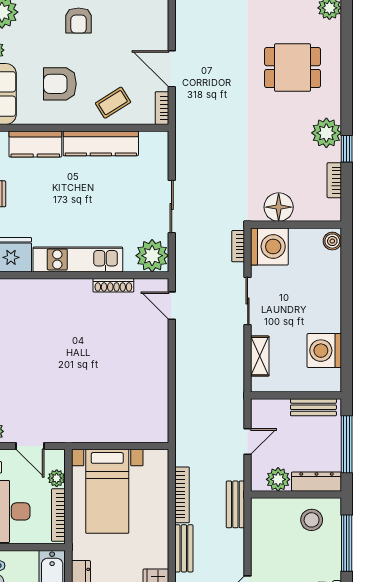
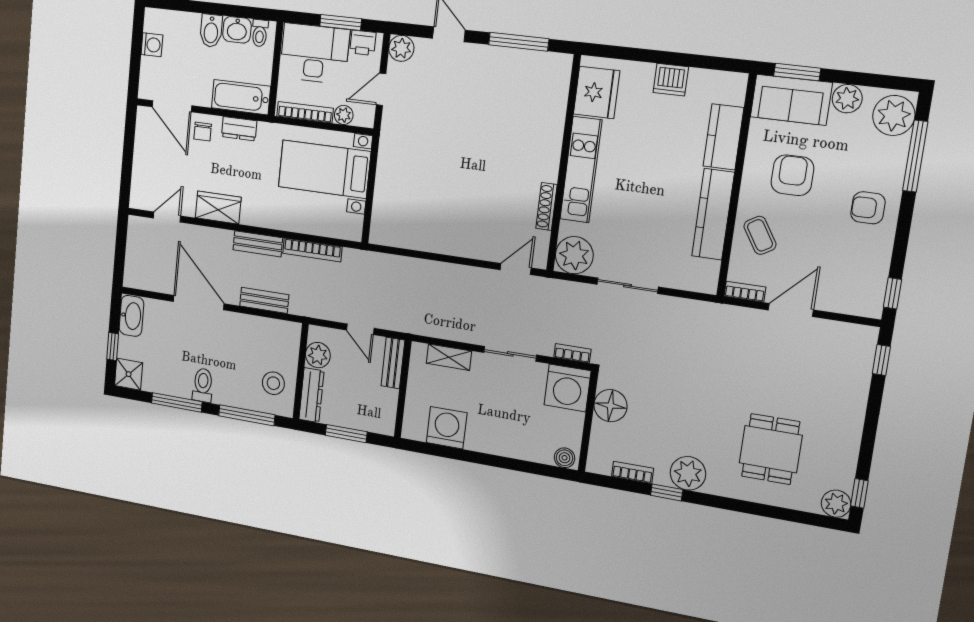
bench: (313, 407) -> (393, 363), moved
window: (347, 444) -> (346, 434), width x0.69
bench: (235, 504) -> (264, 300), moved

